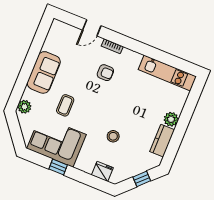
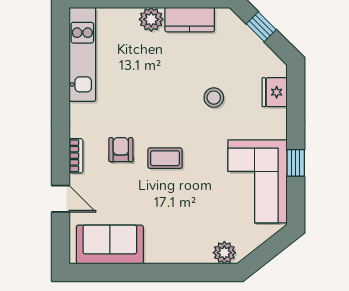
sofa: (44, 72) -> (110, 244), moved
coffee table: (65, 105) -> (165, 158), moved

